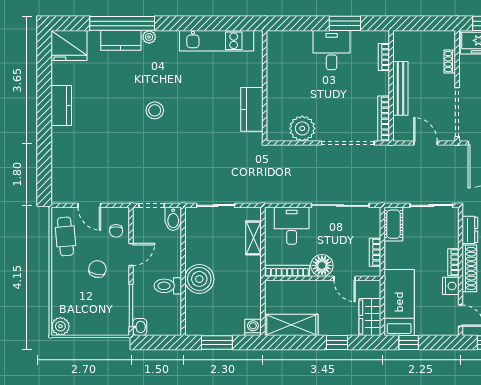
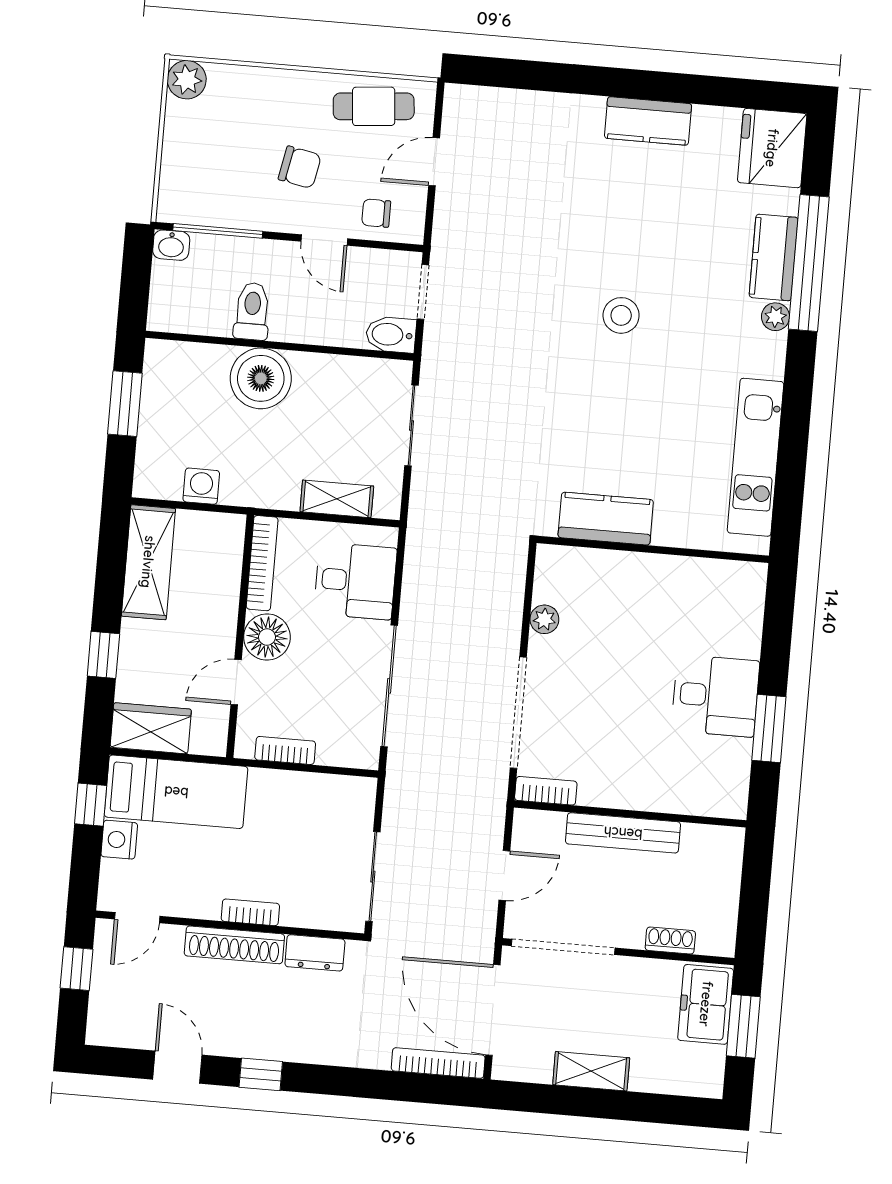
bookcase: (384, 57) -> (691, 804), removed
bookcase: (384, 119) -> (546, 791), width x0.64
plant: (302, 128) -> (544, 619), width x0.53, depth x0.53
cot: (393, 224) -> (341, 794), removed
nightstand: (451, 286) -> (119, 840), moved, turned 90
washing machine: (253, 327) -> (201, 486), moved, turned -90

